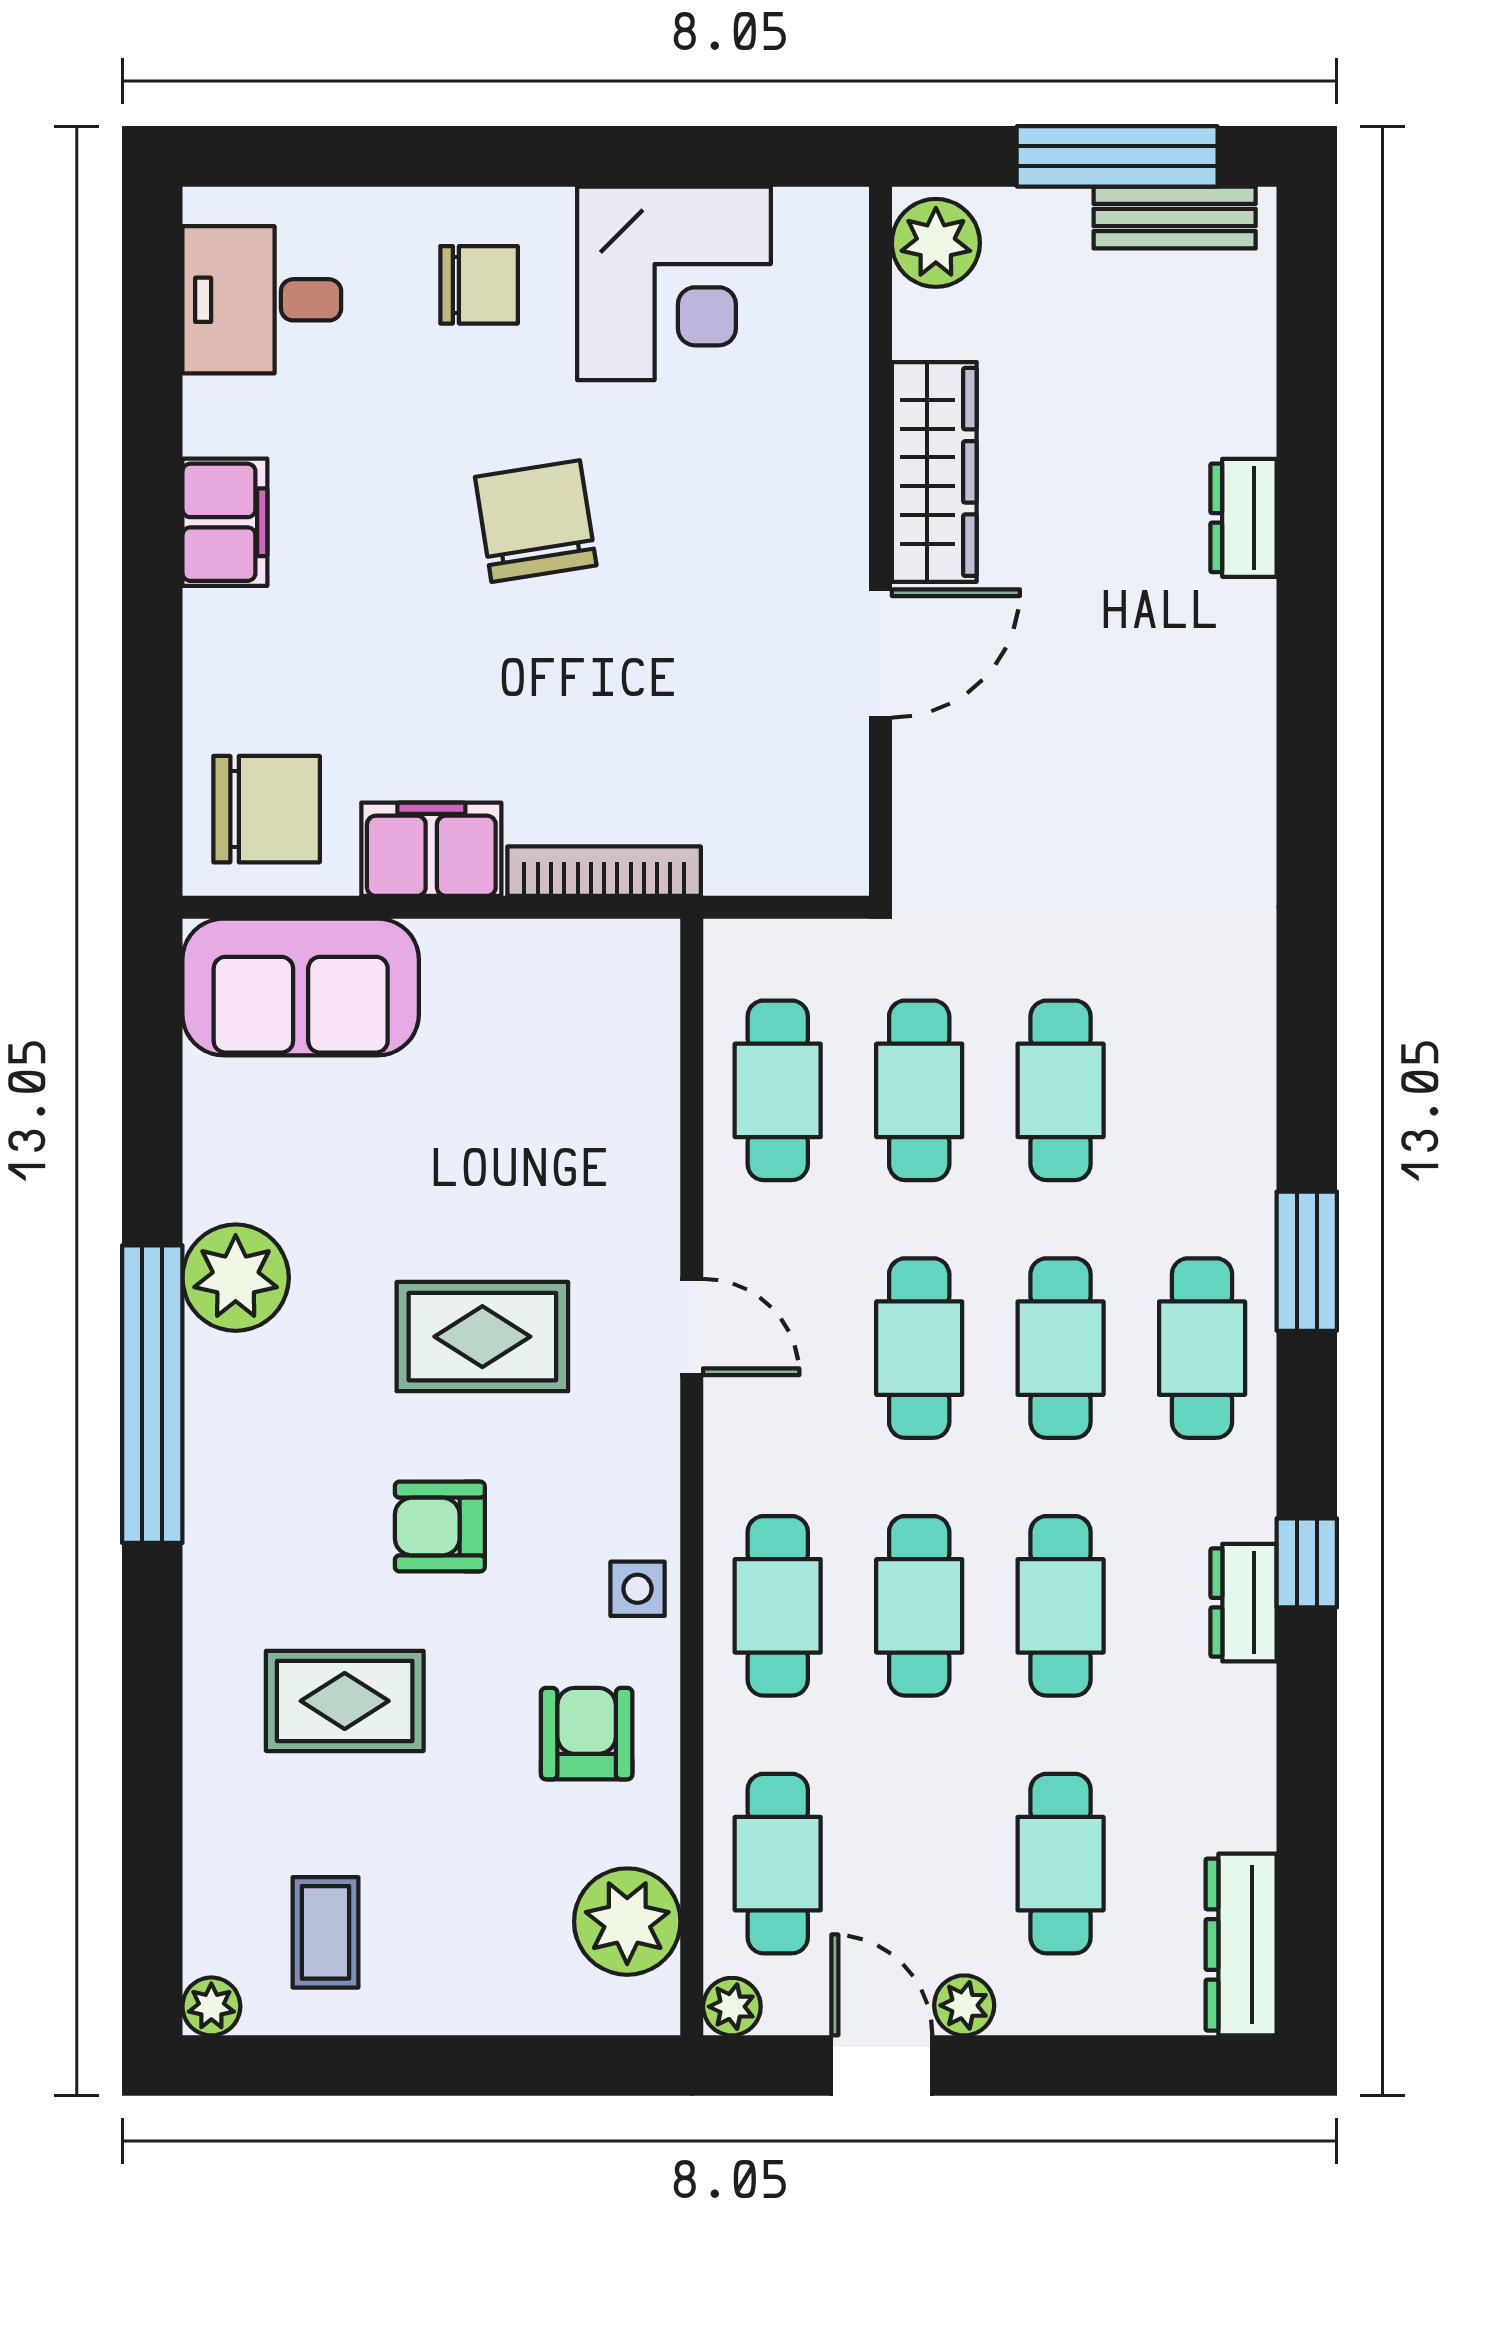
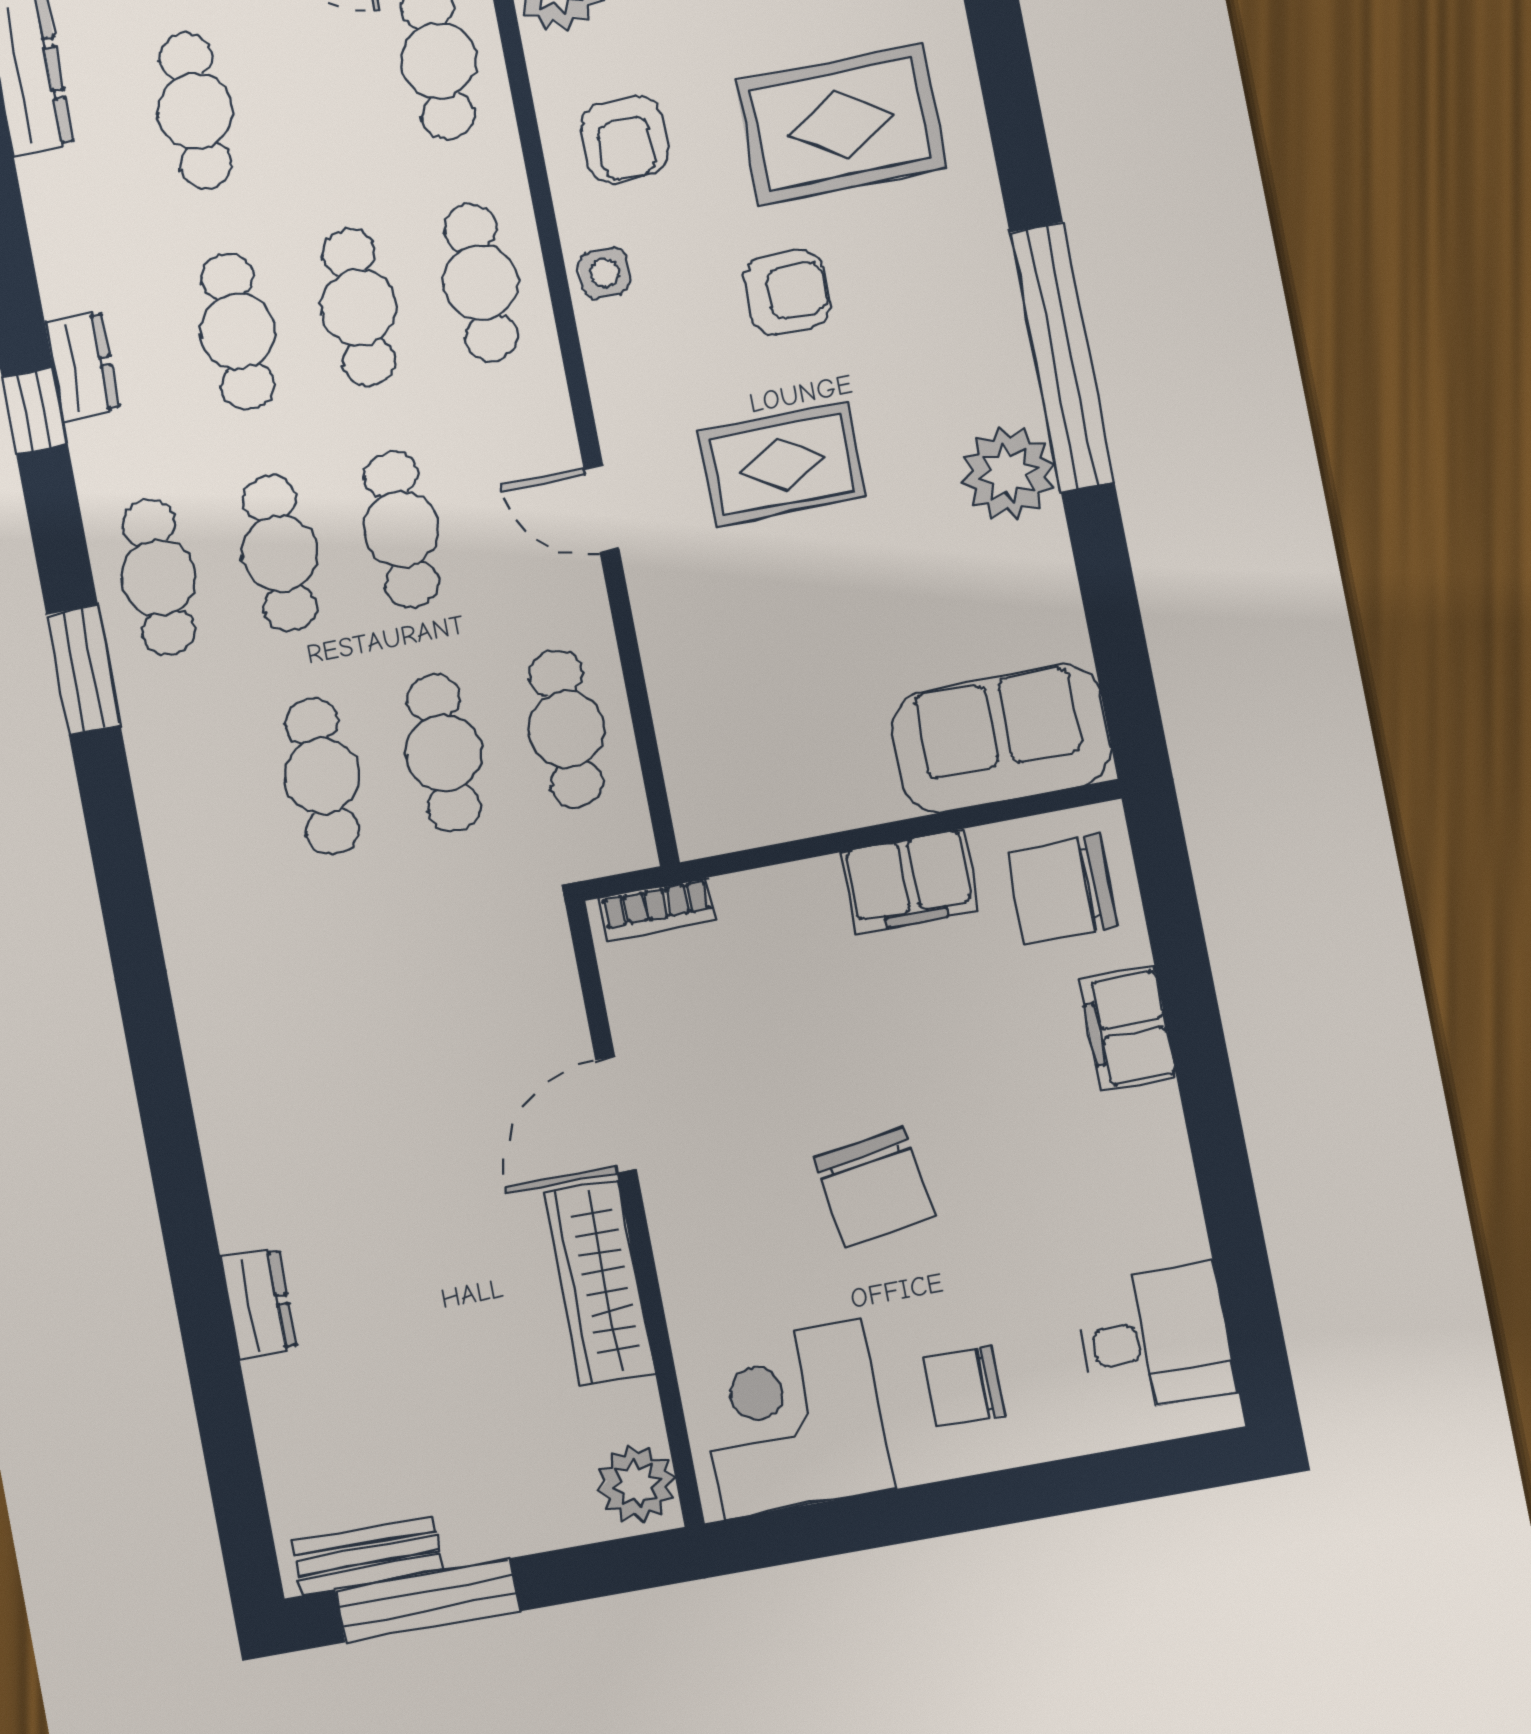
plant: (936, 243) -> (637, 1484), moved
wardrobe: (934, 472) -> (600, 1282), moved
filing cabinet: (225, 522) -> (1128, 1029), moved
wall: (880, 541) -> (635, 1213), moved
door: (880, 653) -> (616, 1115), moved
bookcase: (604, 871) -> (657, 909), moved, width x0.64
rug: (345, 1701) -> (841, 124), width x1.36, depth x1.43

